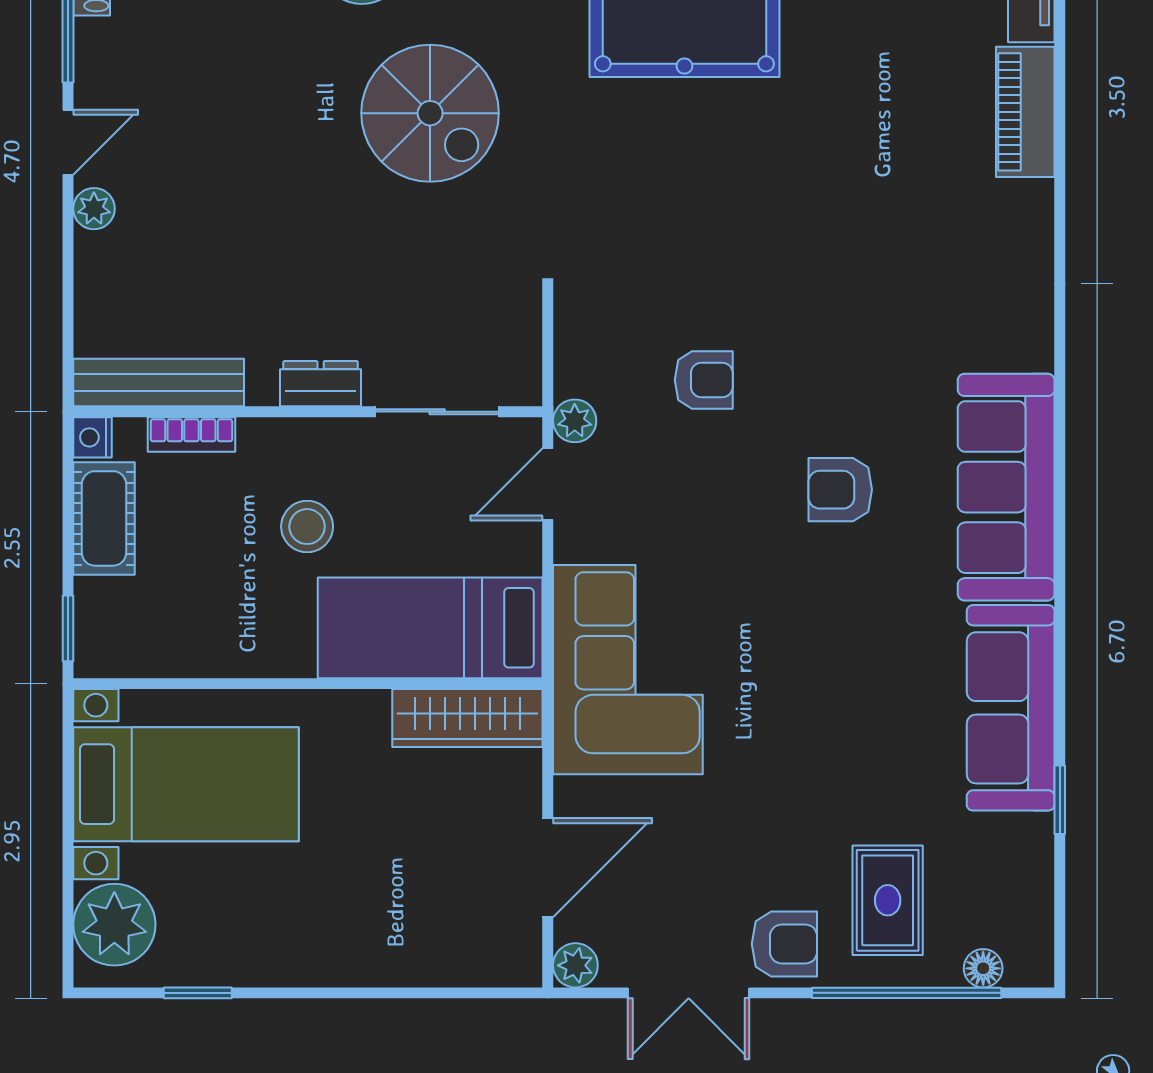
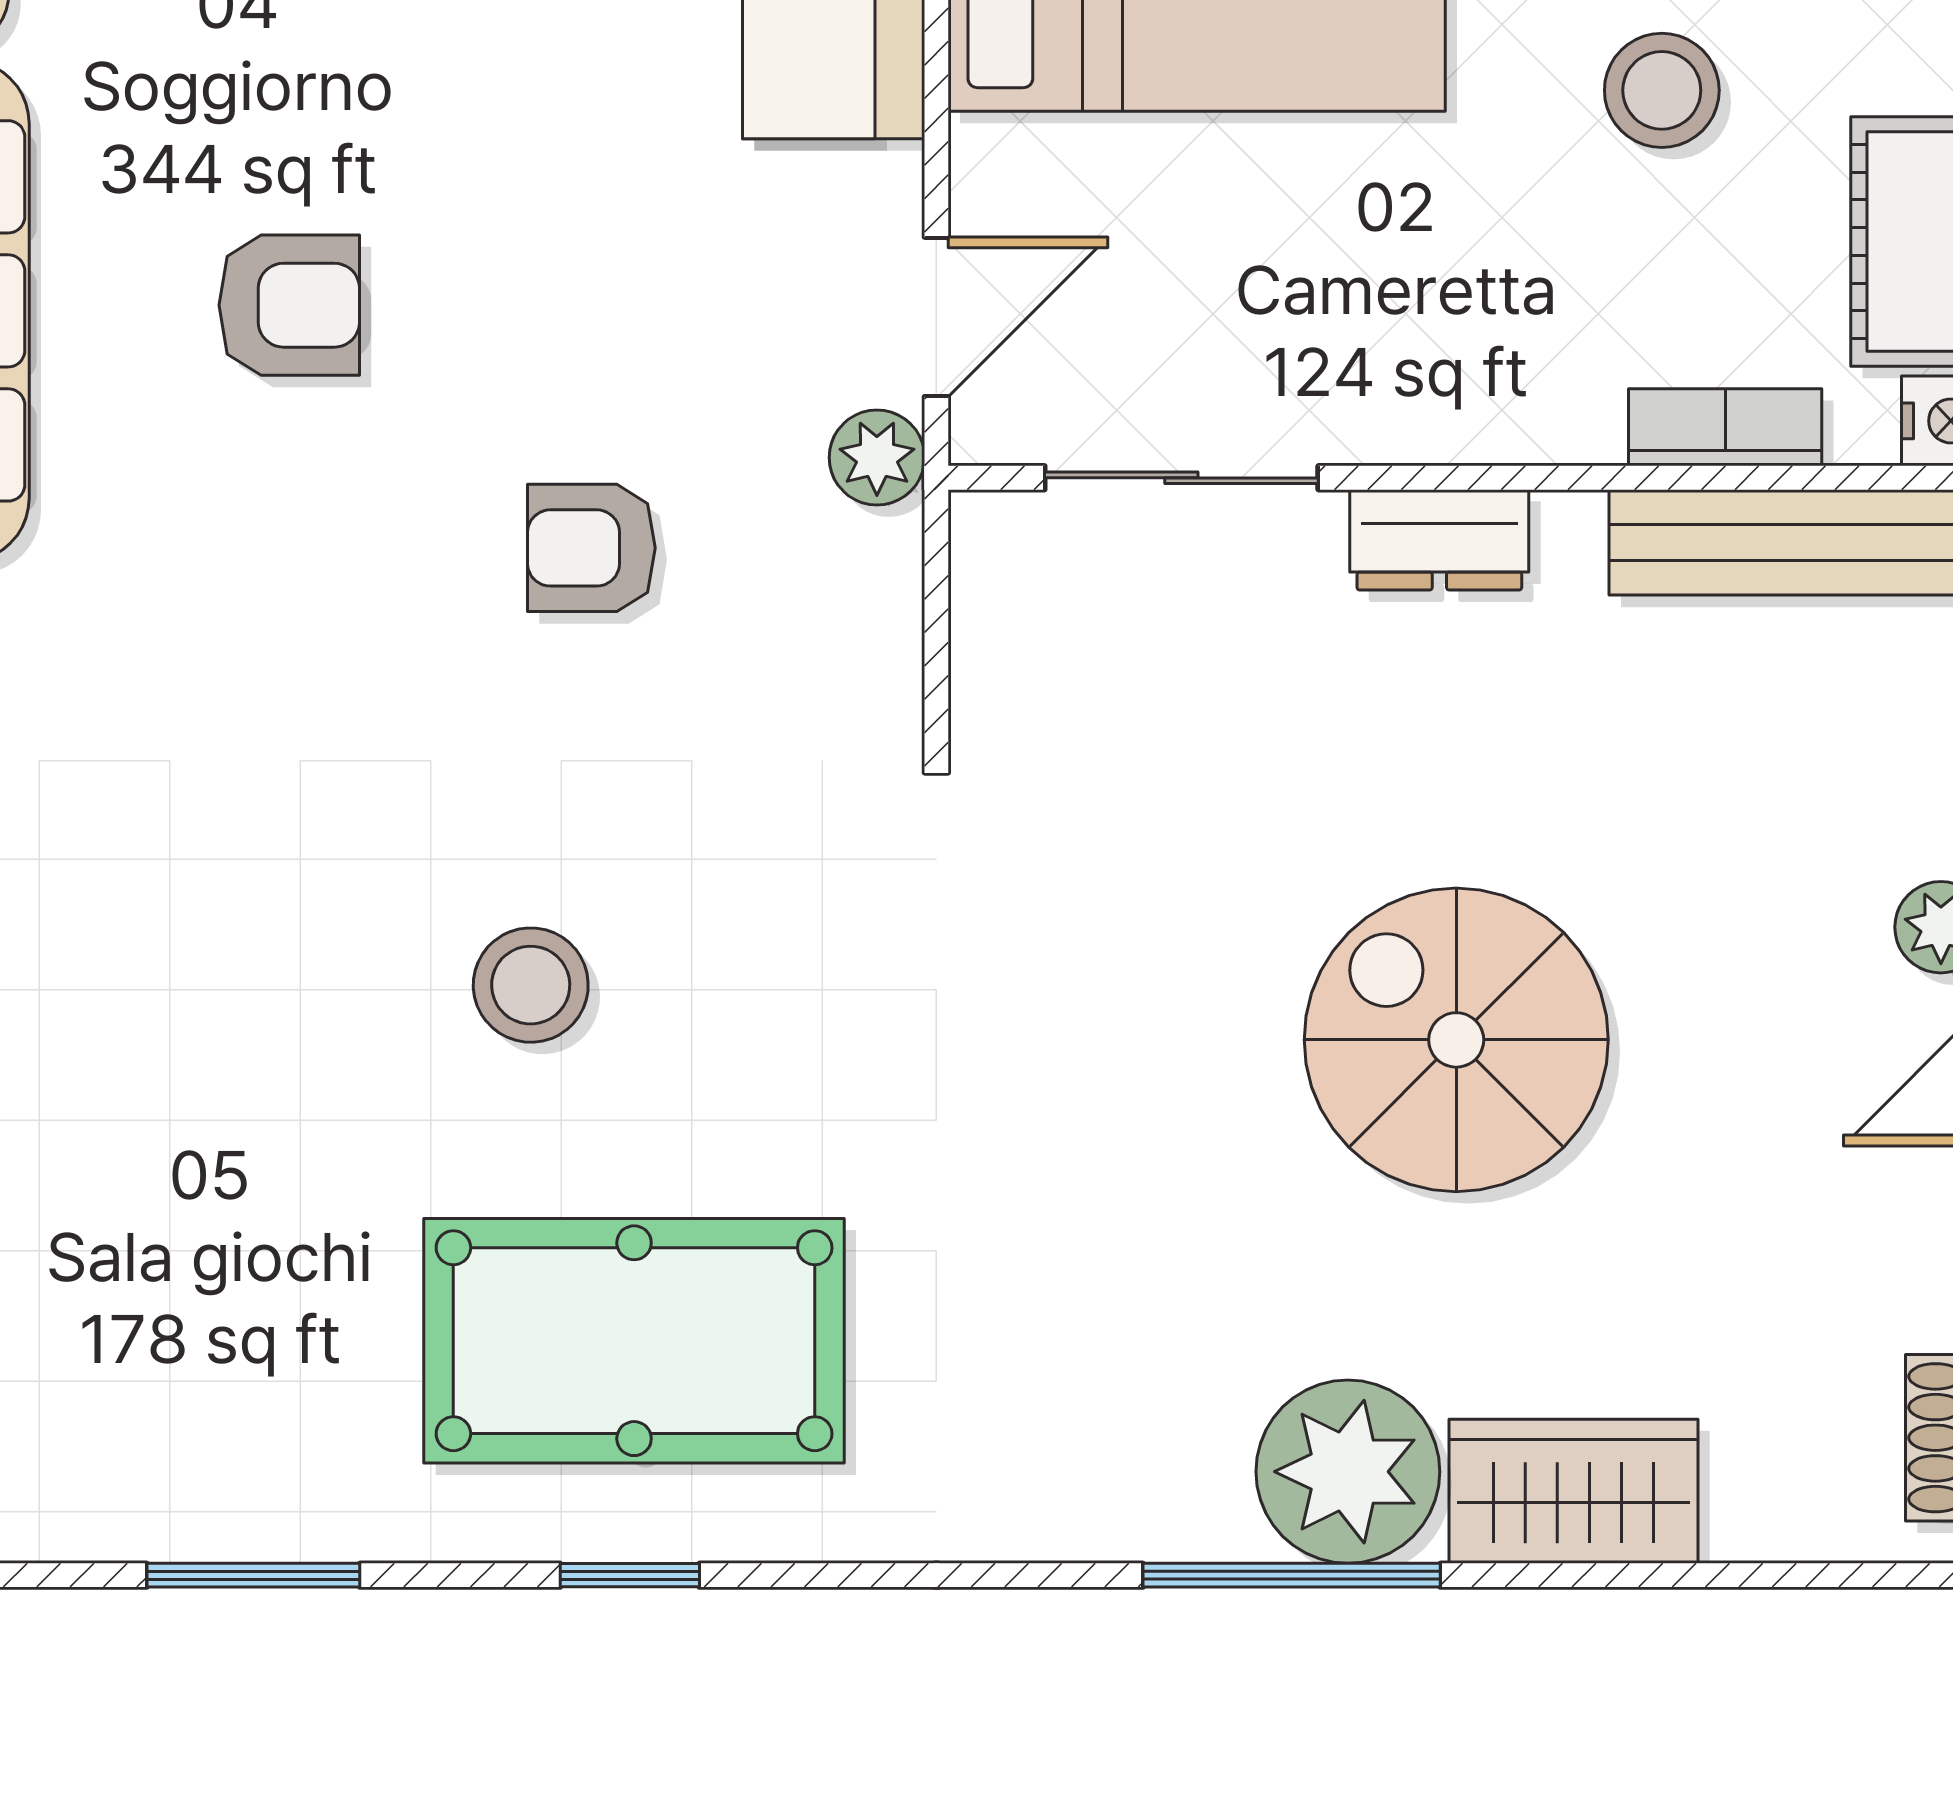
spiral stairs: (430, 113) -> (1456, 1040), moved
stool: (731, 182) -> (531, 985), added
stool: (307, 527) -> (1662, 90), moved

